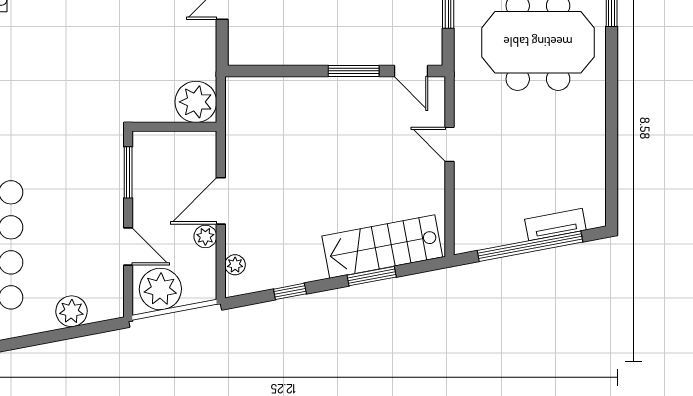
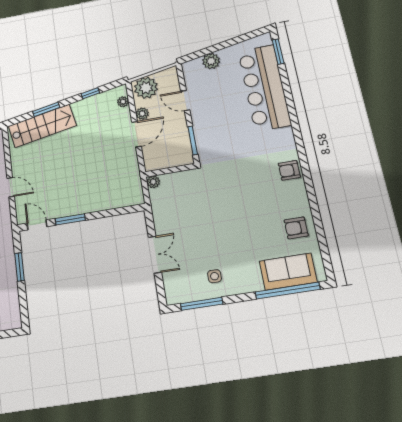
plant: (196, 102) -> (153, 182), width x0.53, depth x0.53
plant: (160, 289) -> (146, 88), moved

